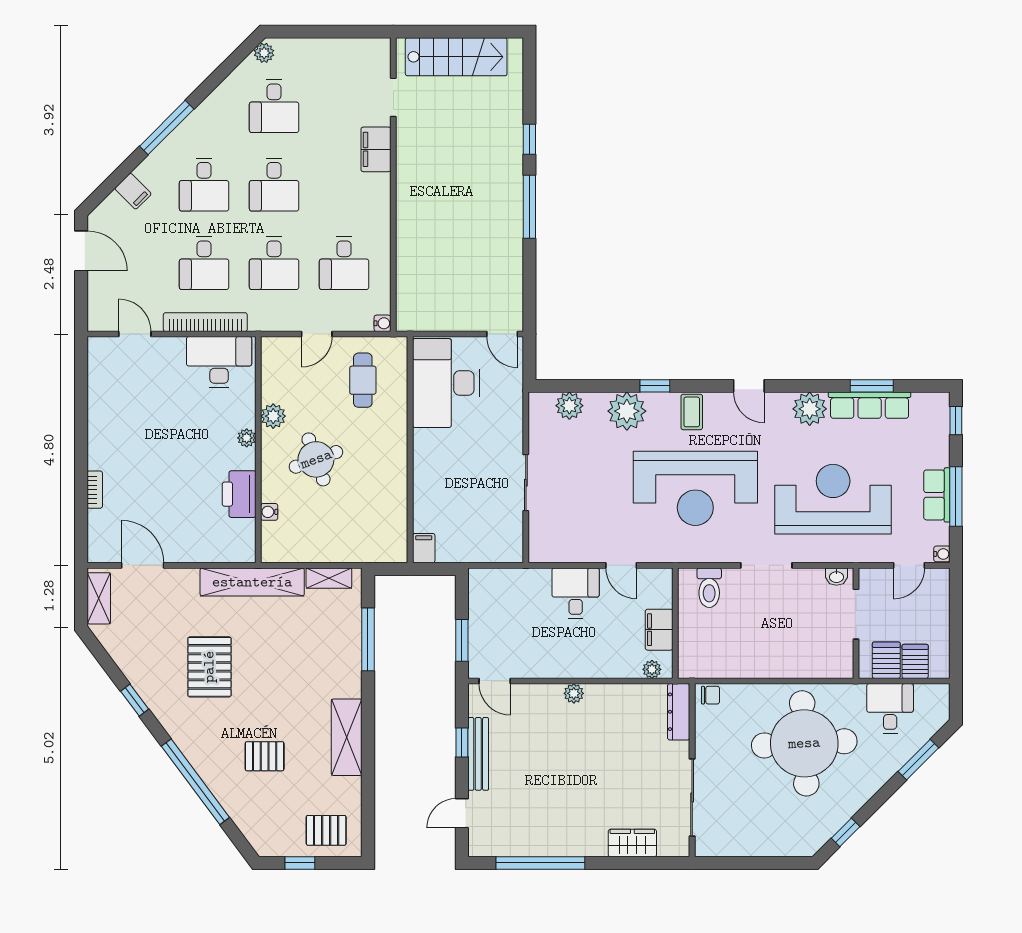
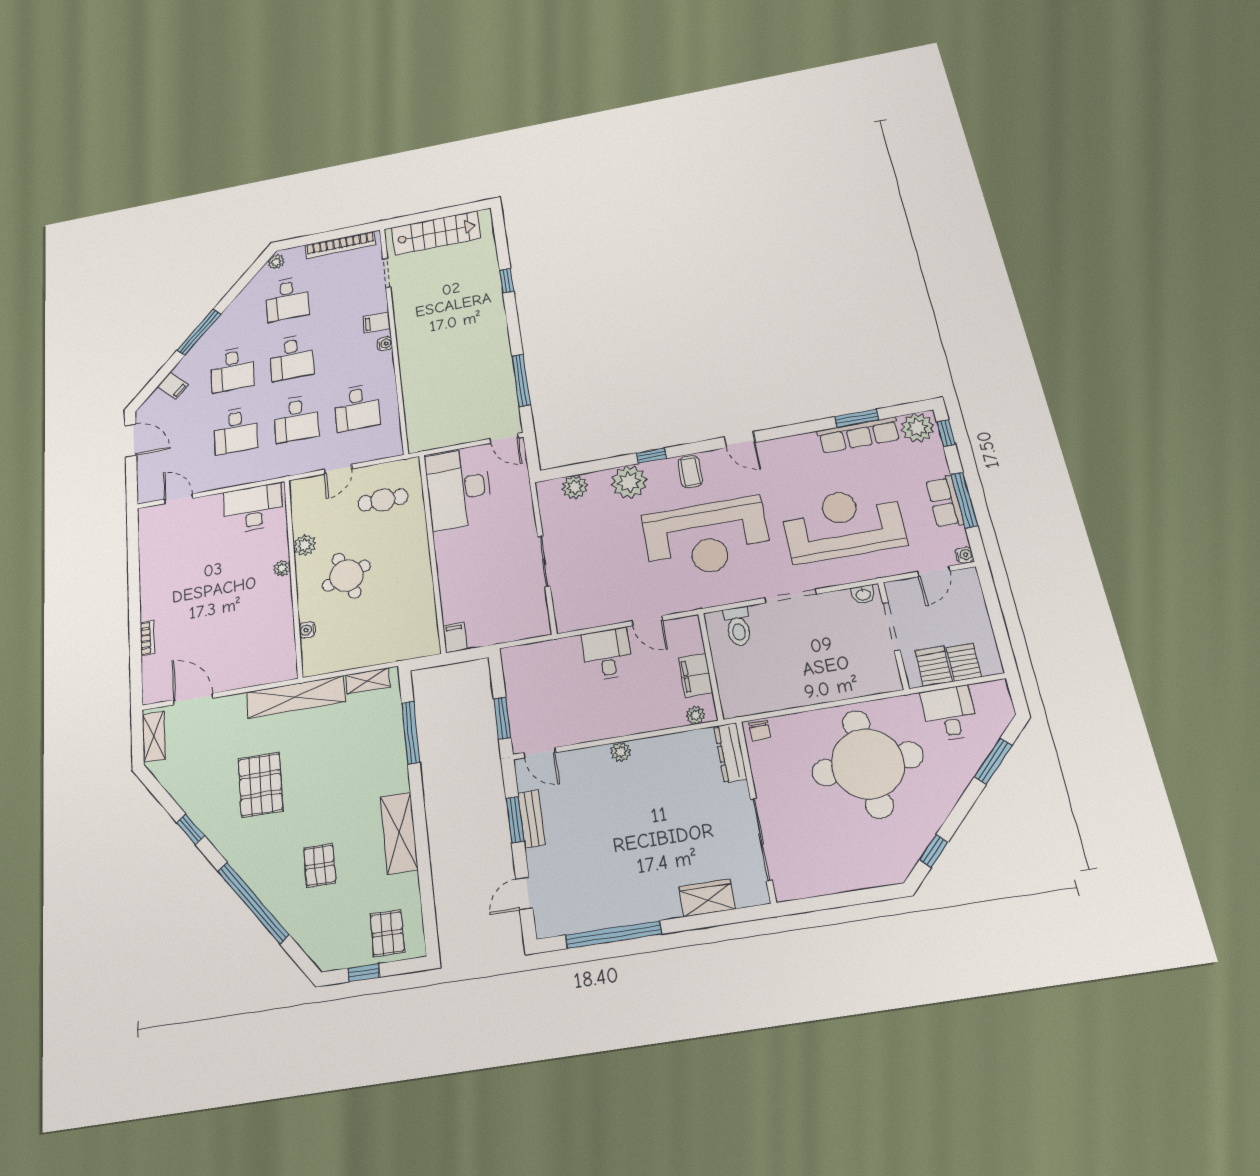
filing cabinet: (376, 149) -> (377, 323), width x0.50
window: (529, 207) -> (521, 380), moved
bookcase: (205, 322) -> (340, 245), moved, turned 180
water cooler: (383, 323) -> (385, 344), moved
cafe table: (363, 380) -> (383, 500), turned 90
plant: (810, 409) -> (917, 428), moved
printer: (239, 494) -> (278, 619), removed
chair: (710, 695) -> (760, 731), turned 90
window: (462, 742) -> (515, 820), width x1.50
bench: (478, 754) -> (532, 819), width x0.73
pallet: (265, 756) -> (320, 865), turned 90
pallet: (326, 830) -> (387, 933), turned 90

